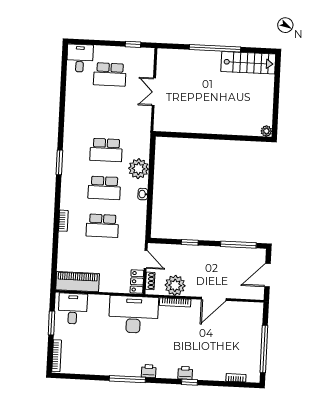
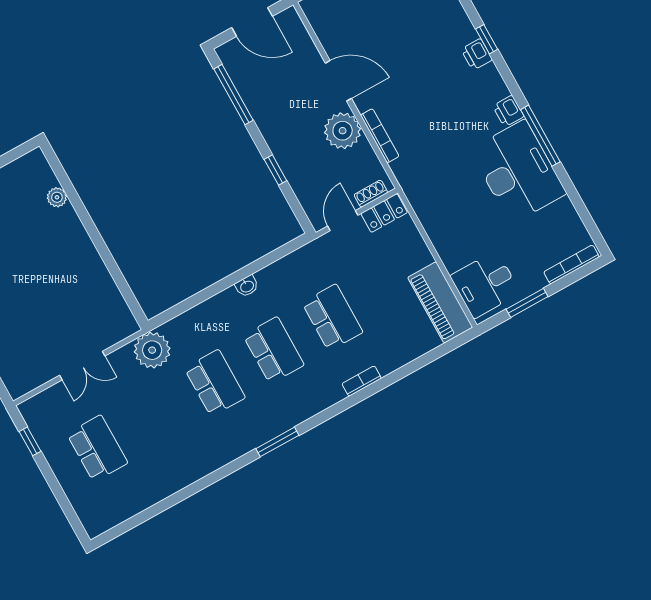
desk: (80, 58) -> (101, 509), removed
plant: (266, 131) -> (57, 197), moved
plant: (138, 169) -> (152, 350), moved
plant: (175, 285) -> (343, 131), moved
desk: (134, 315) -> (518, 172), moved, turned 180

